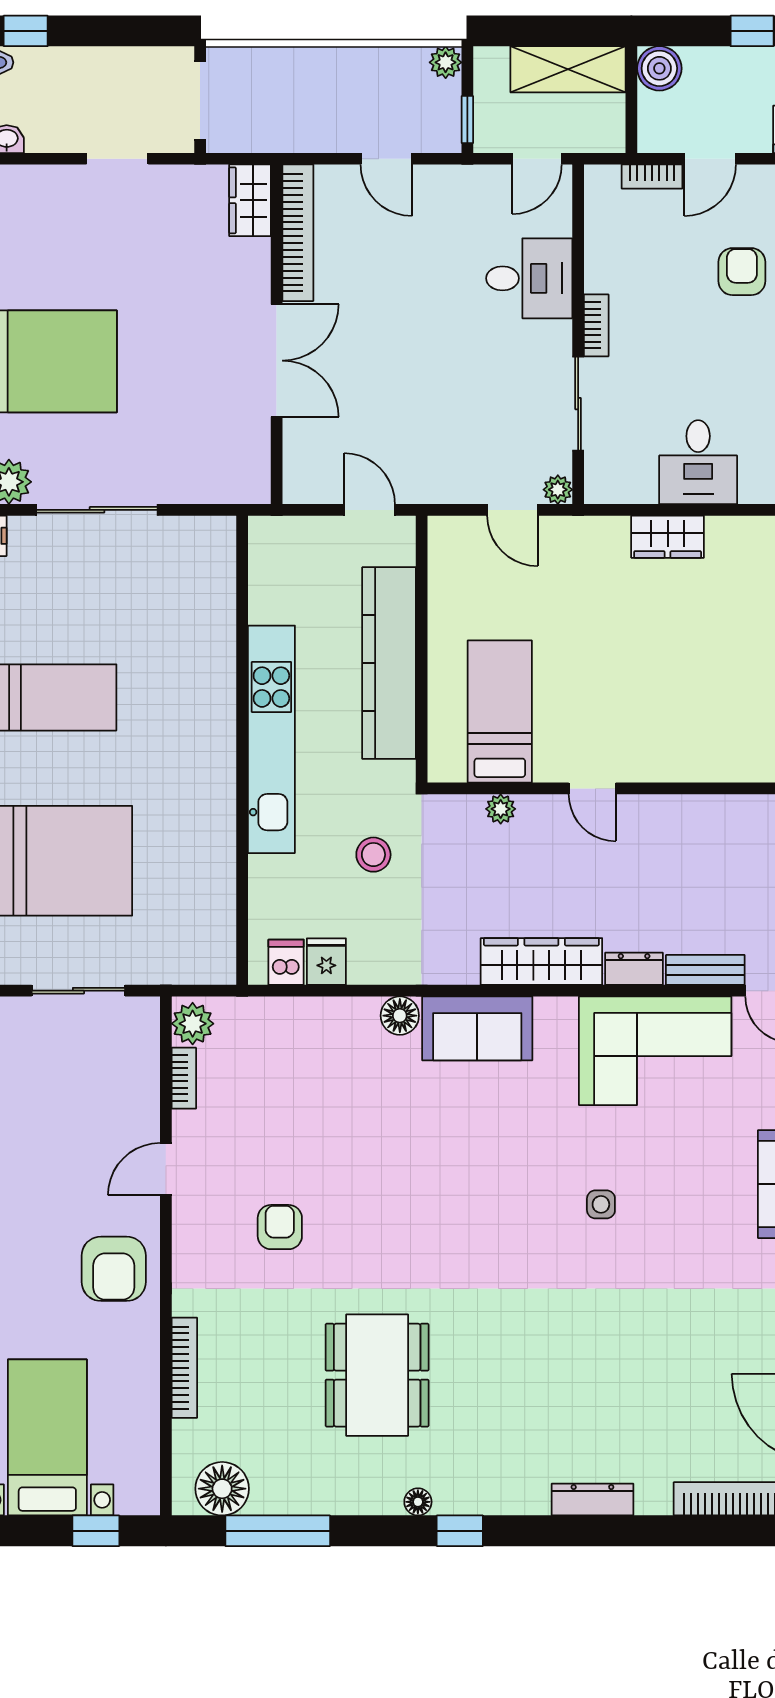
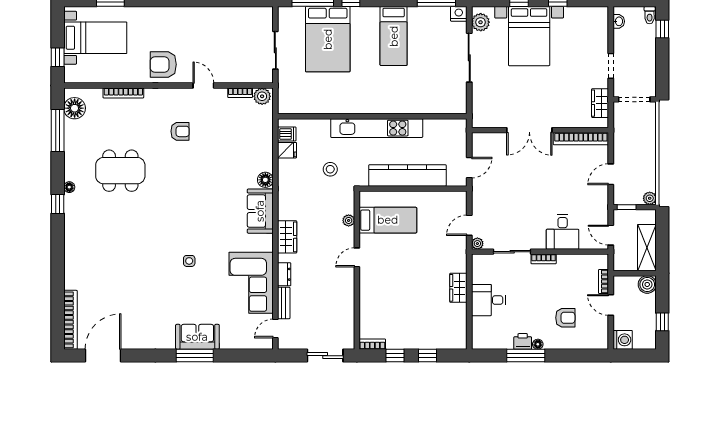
wardrobe: (250, 200) -> (600, 103), moved, turned -90
wardrobe: (541, 962) -> (287, 237), width x0.67
dresser: (592, 1499) -> (70, 257), removed

